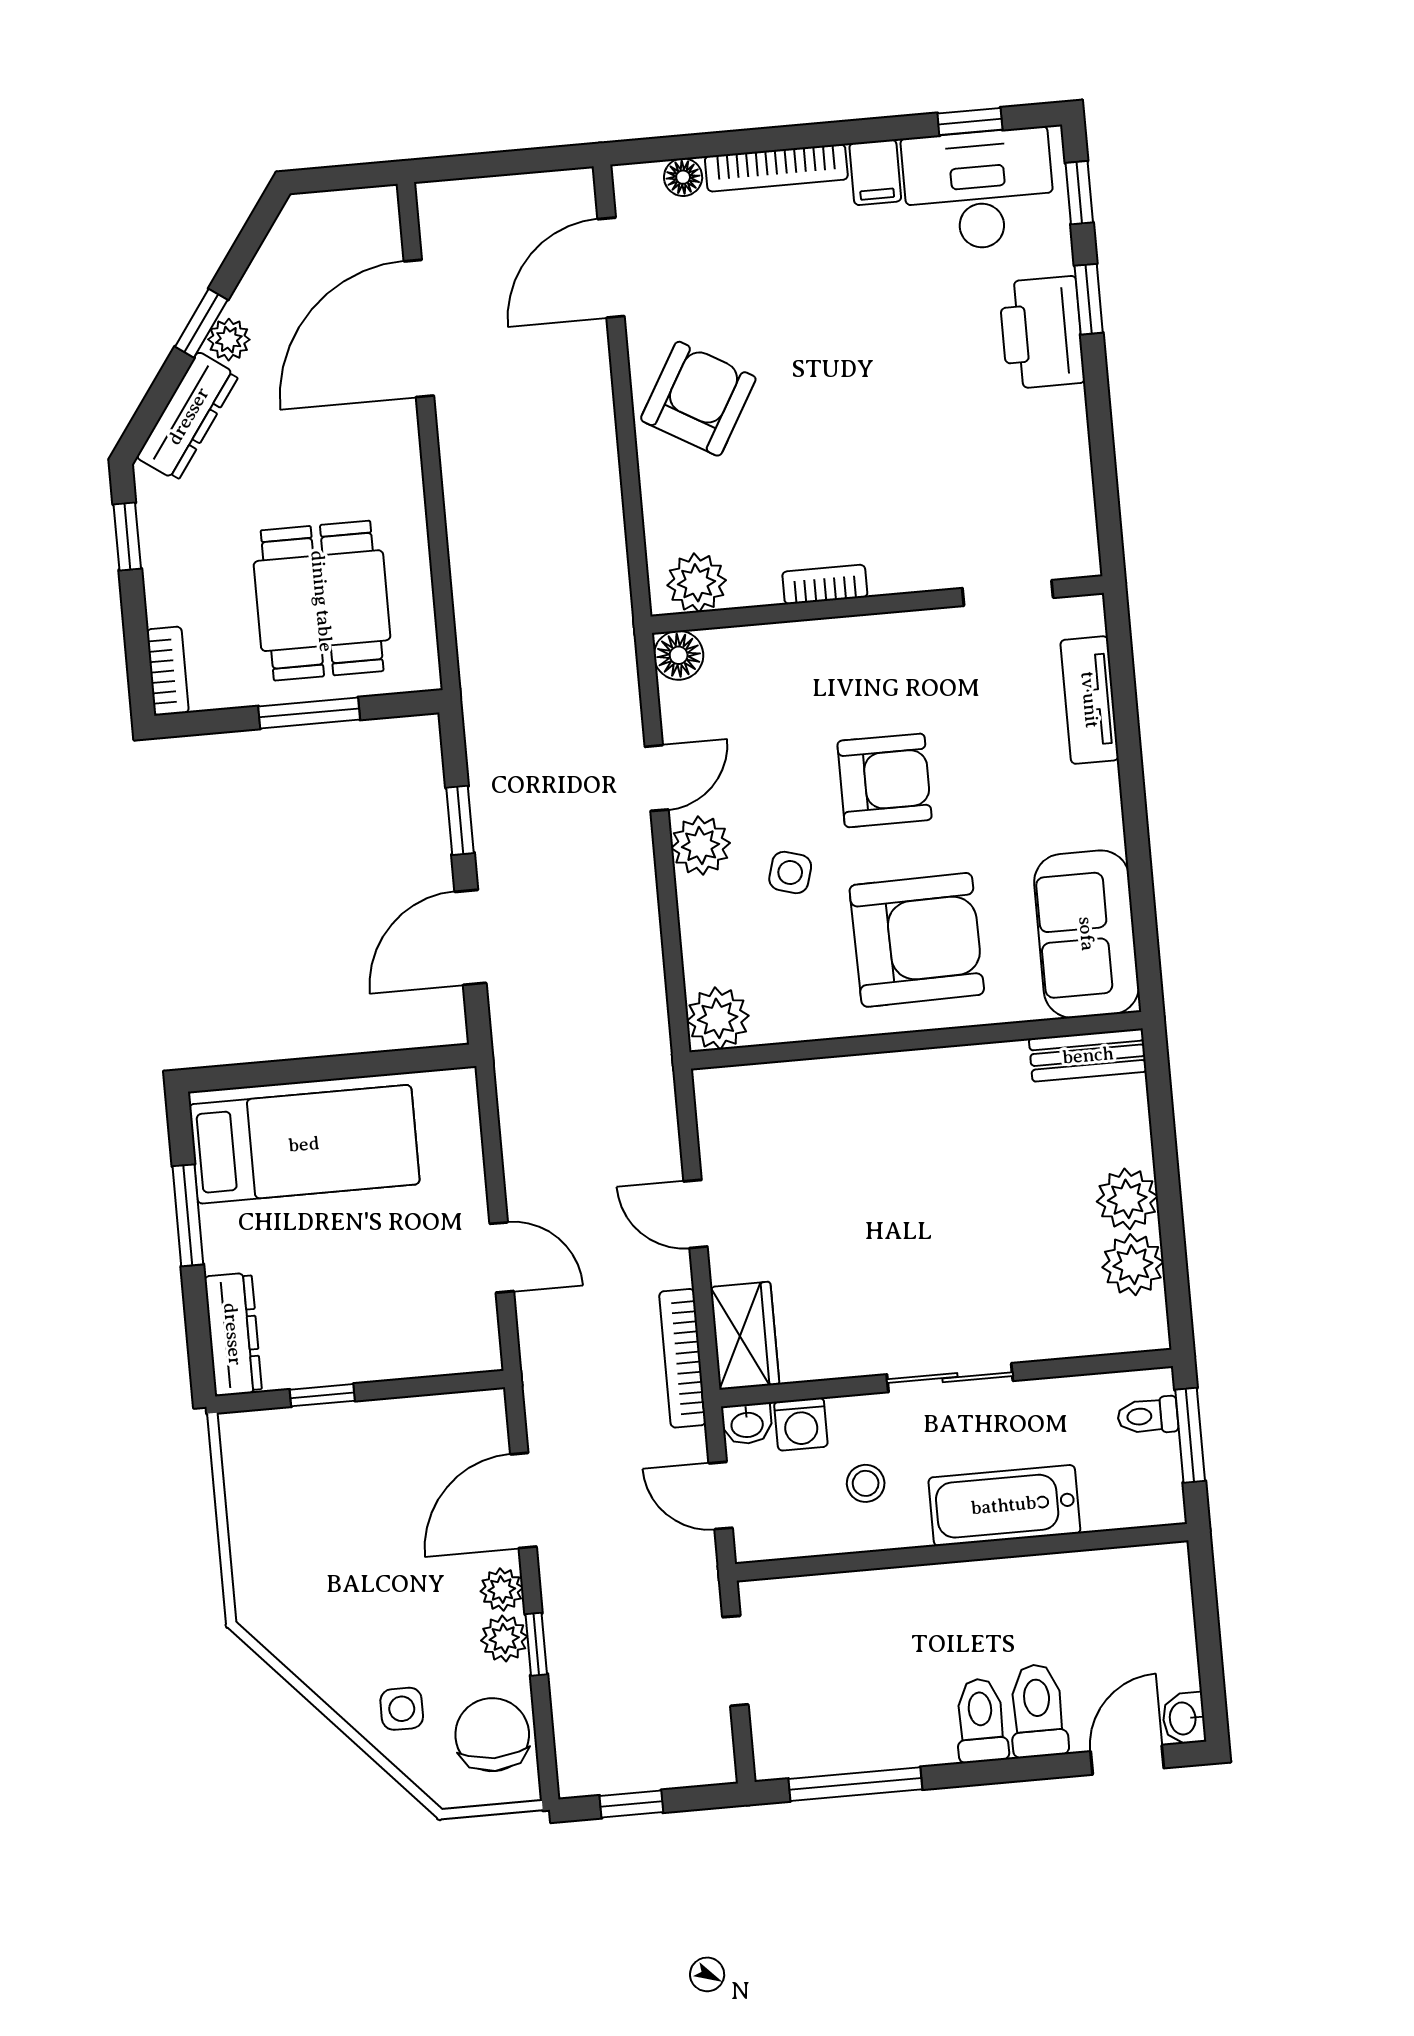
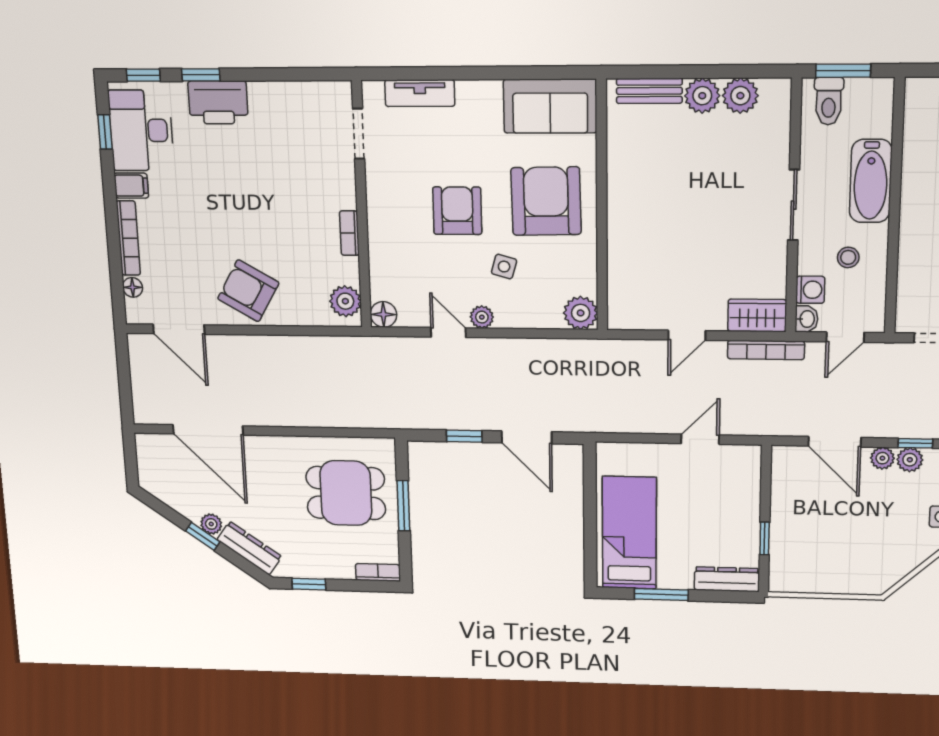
plant: (701, 846) -> (482, 317), width x0.73, depth x0.73
bench: (1088, 1055) -> (649, 91), moved, turned 90
toilet: (1148, 1416) -> (829, 101), width x1.37, depth x1.39

